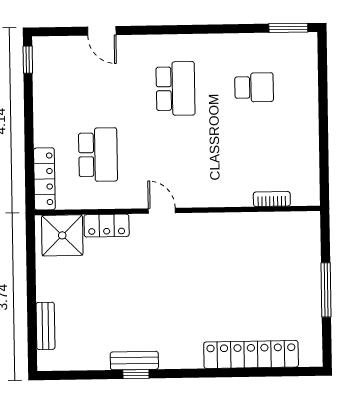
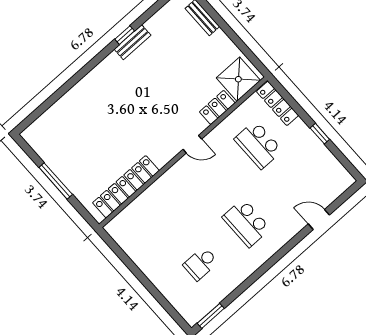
window: (28, 60) -> (320, 134), moved
bookcase: (272, 199) -> (134, 207), removed
locker: (251, 354) -> (126, 187), moved, turned 180

